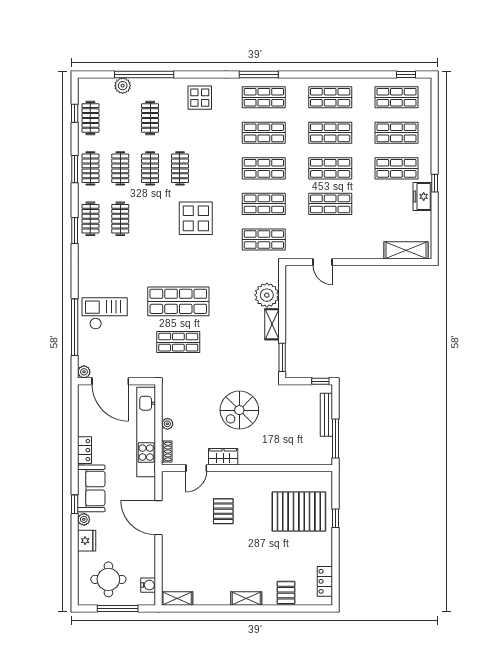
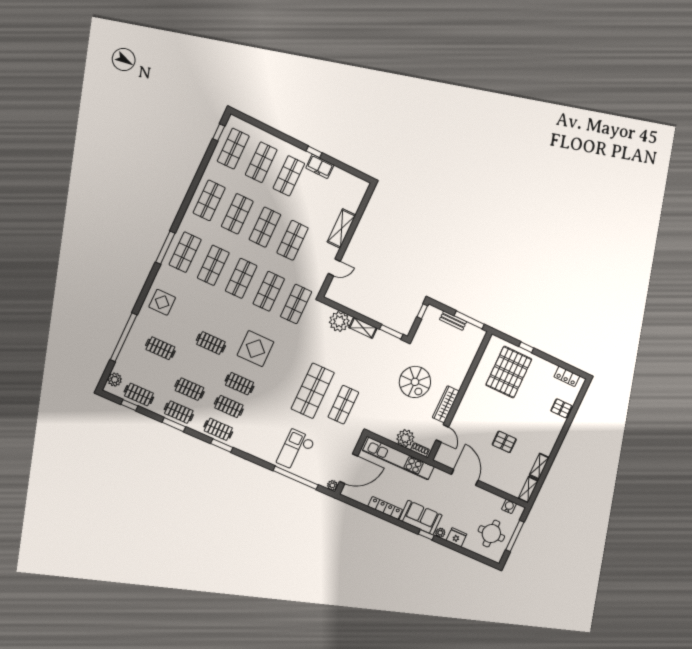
plant: (123, 86) -> (115, 380), moved
clothes rail: (150, 168) -> (240, 384), moved
shelving: (406, 250) -> (341, 228), moved
bench: (326, 415) -> (453, 321), width x0.73
plant: (167, 424) -> (405, 438), width x1.87, depth x1.87
locker: (84, 450) -> (385, 508), width x1.53
wardrobe: (223, 457) -> (446, 404), width x1.50
pallet: (223, 511) -> (504, 442), moved
door: (158, 518) -> (465, 477), swing flipped
shelving: (246, 599) -> (539, 466), moved

